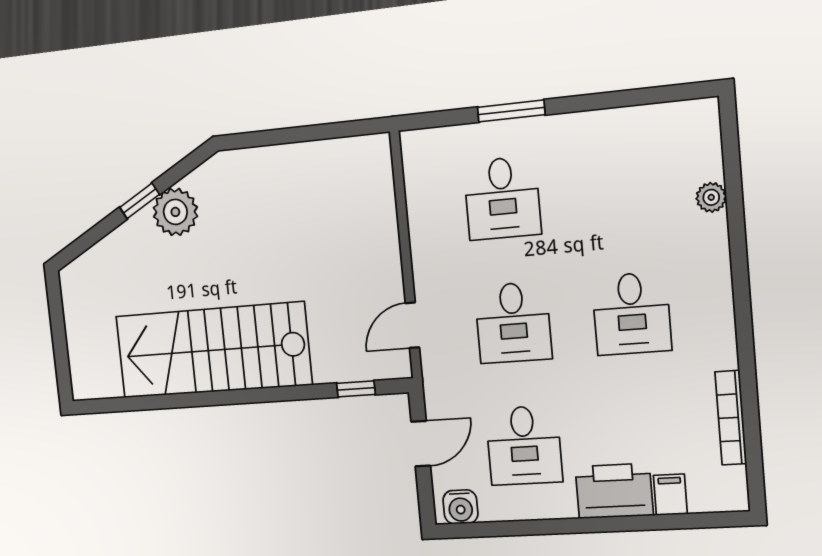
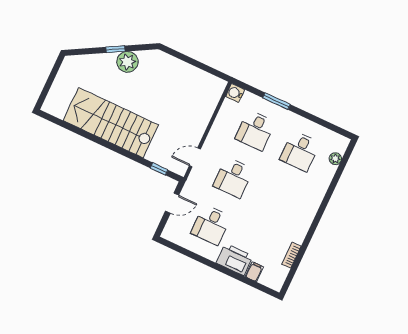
plant: (711, 197) -> (335, 159), moved
desk: (632, 314) -> (300, 151), moved
bookcase: (731, 418) -> (291, 255), width x0.64
water cooler: (460, 507) -> (235, 93), moved, turned 90

